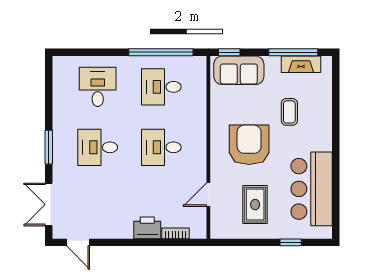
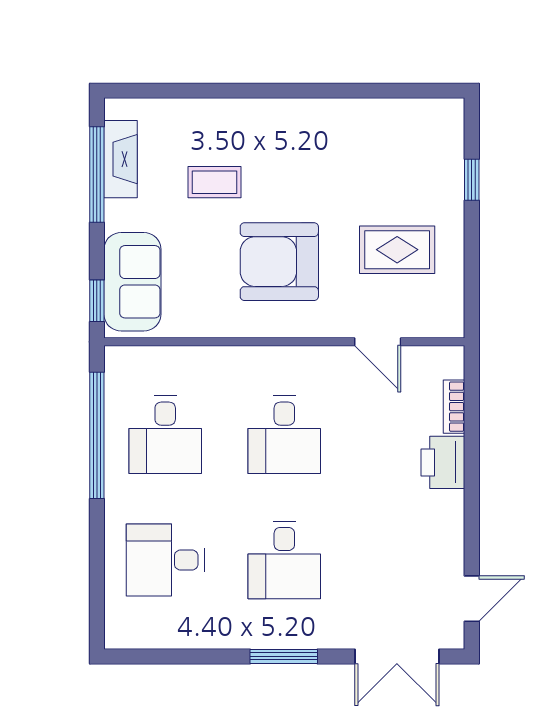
bar counter: (312, 189) -> (366, 138), removed

